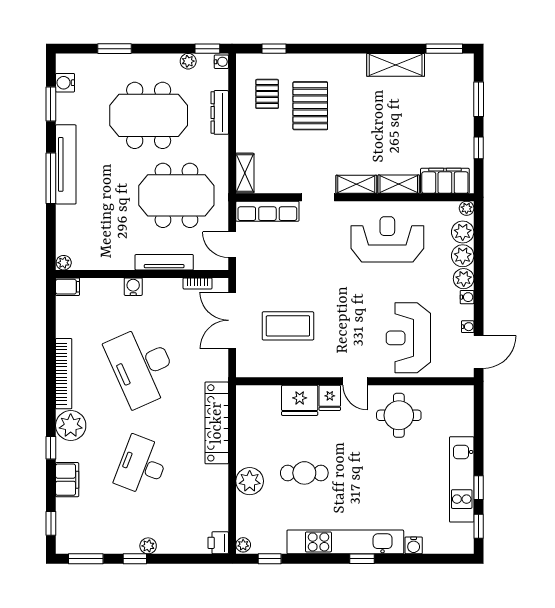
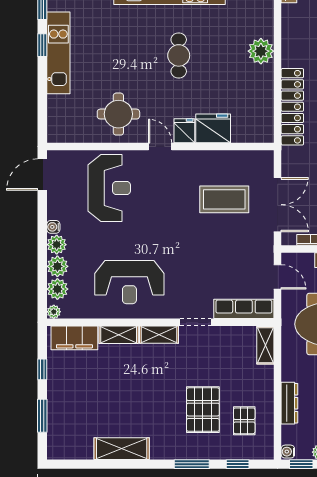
window: (444, 49) -> (192, 464), moved
water cooler: (468, 327) -> (53, 199), removed
cafe table: (304, 473) -> (179, 55), moved, turned 90

